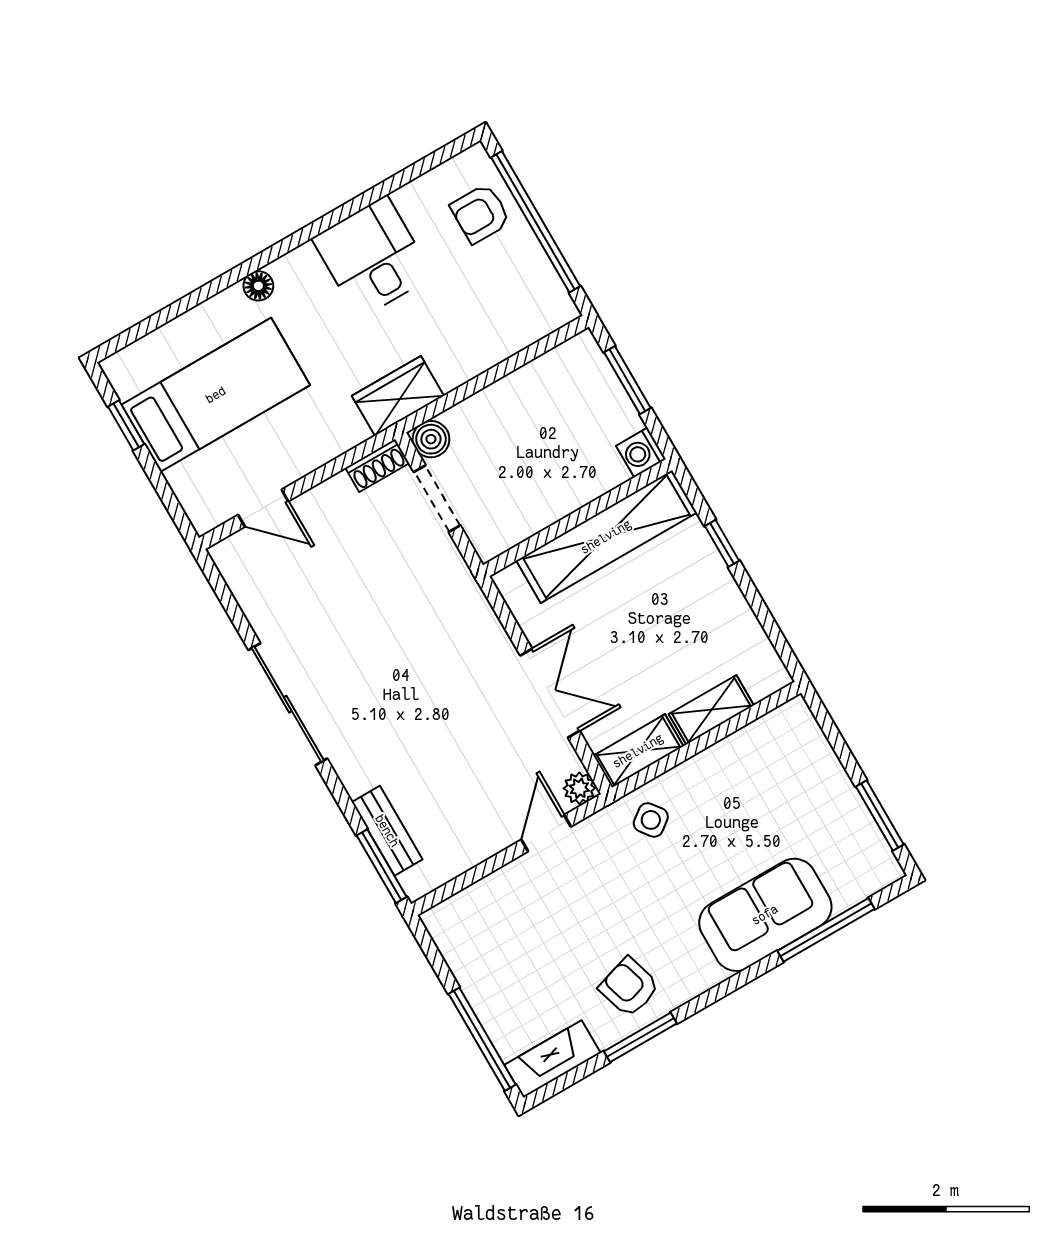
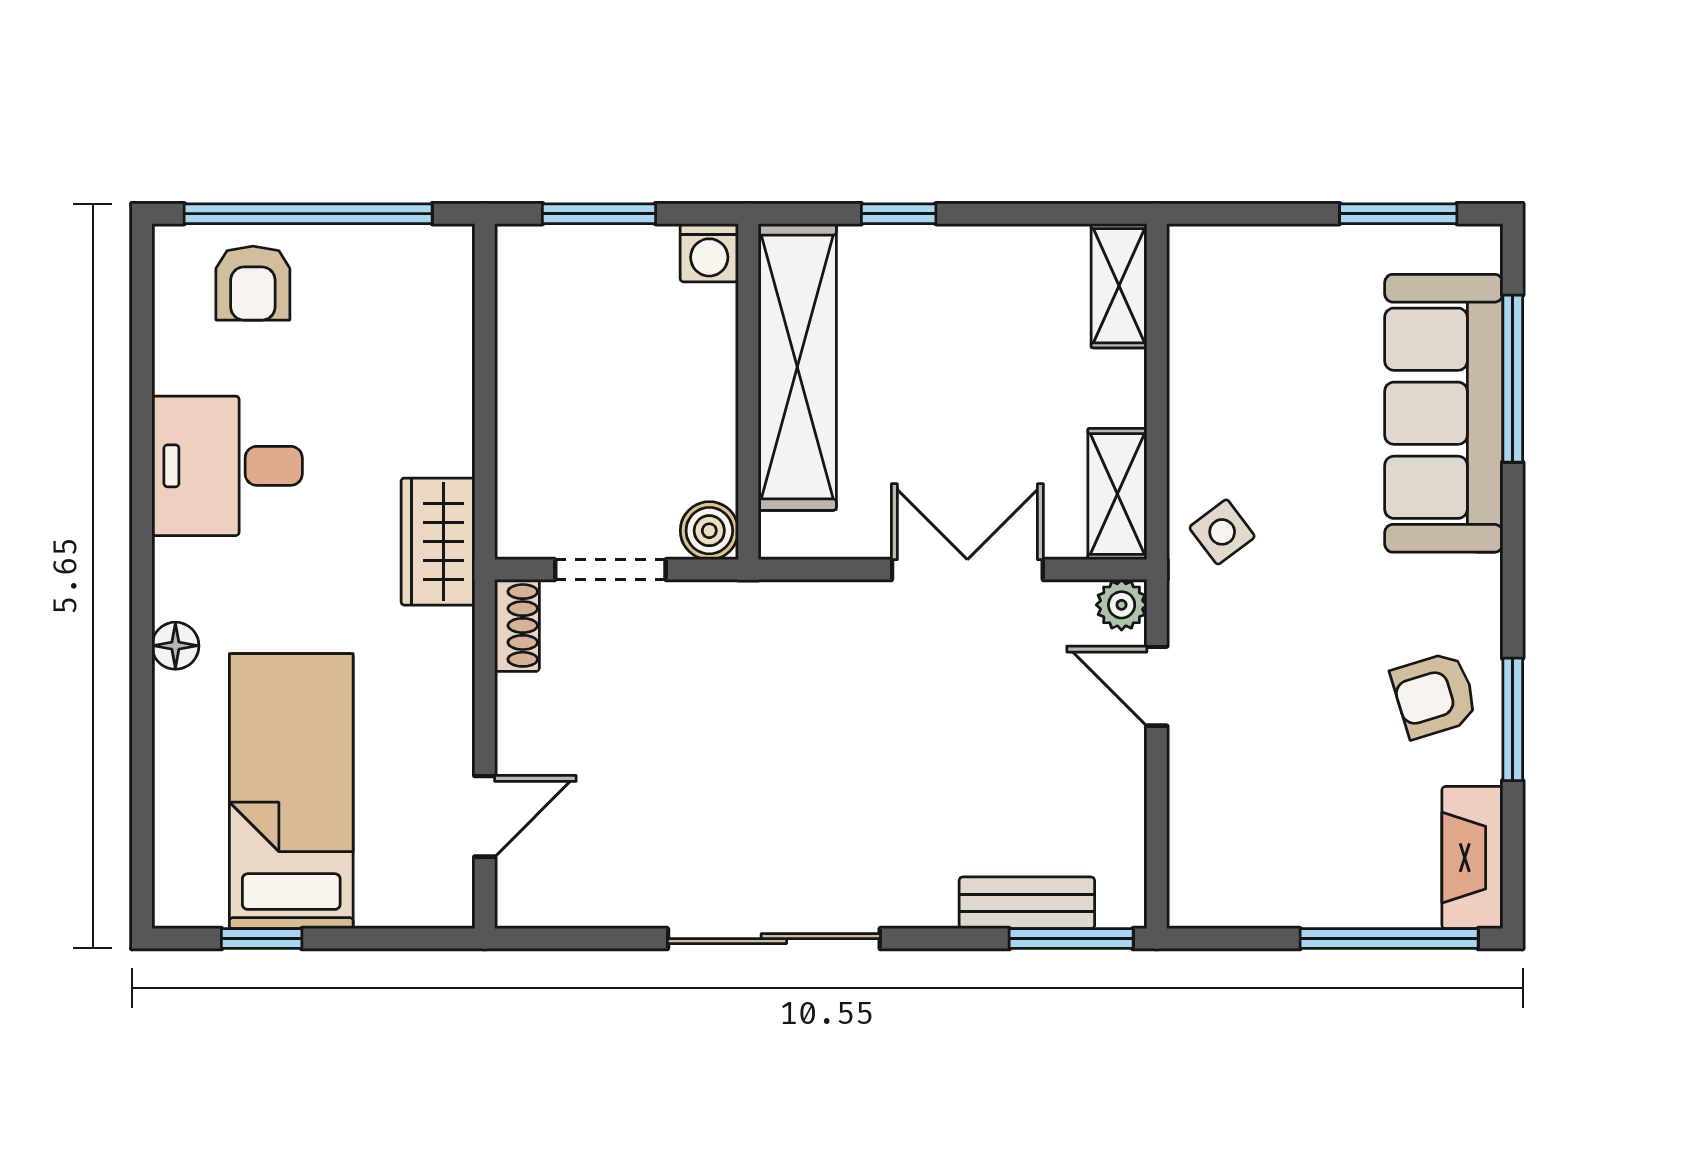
boiler: (431, 439) -> (709, 531), moved
shelving: (711, 710) -> (1119, 286), moved
sofa: (765, 915) -> (1444, 413), width x1.36

